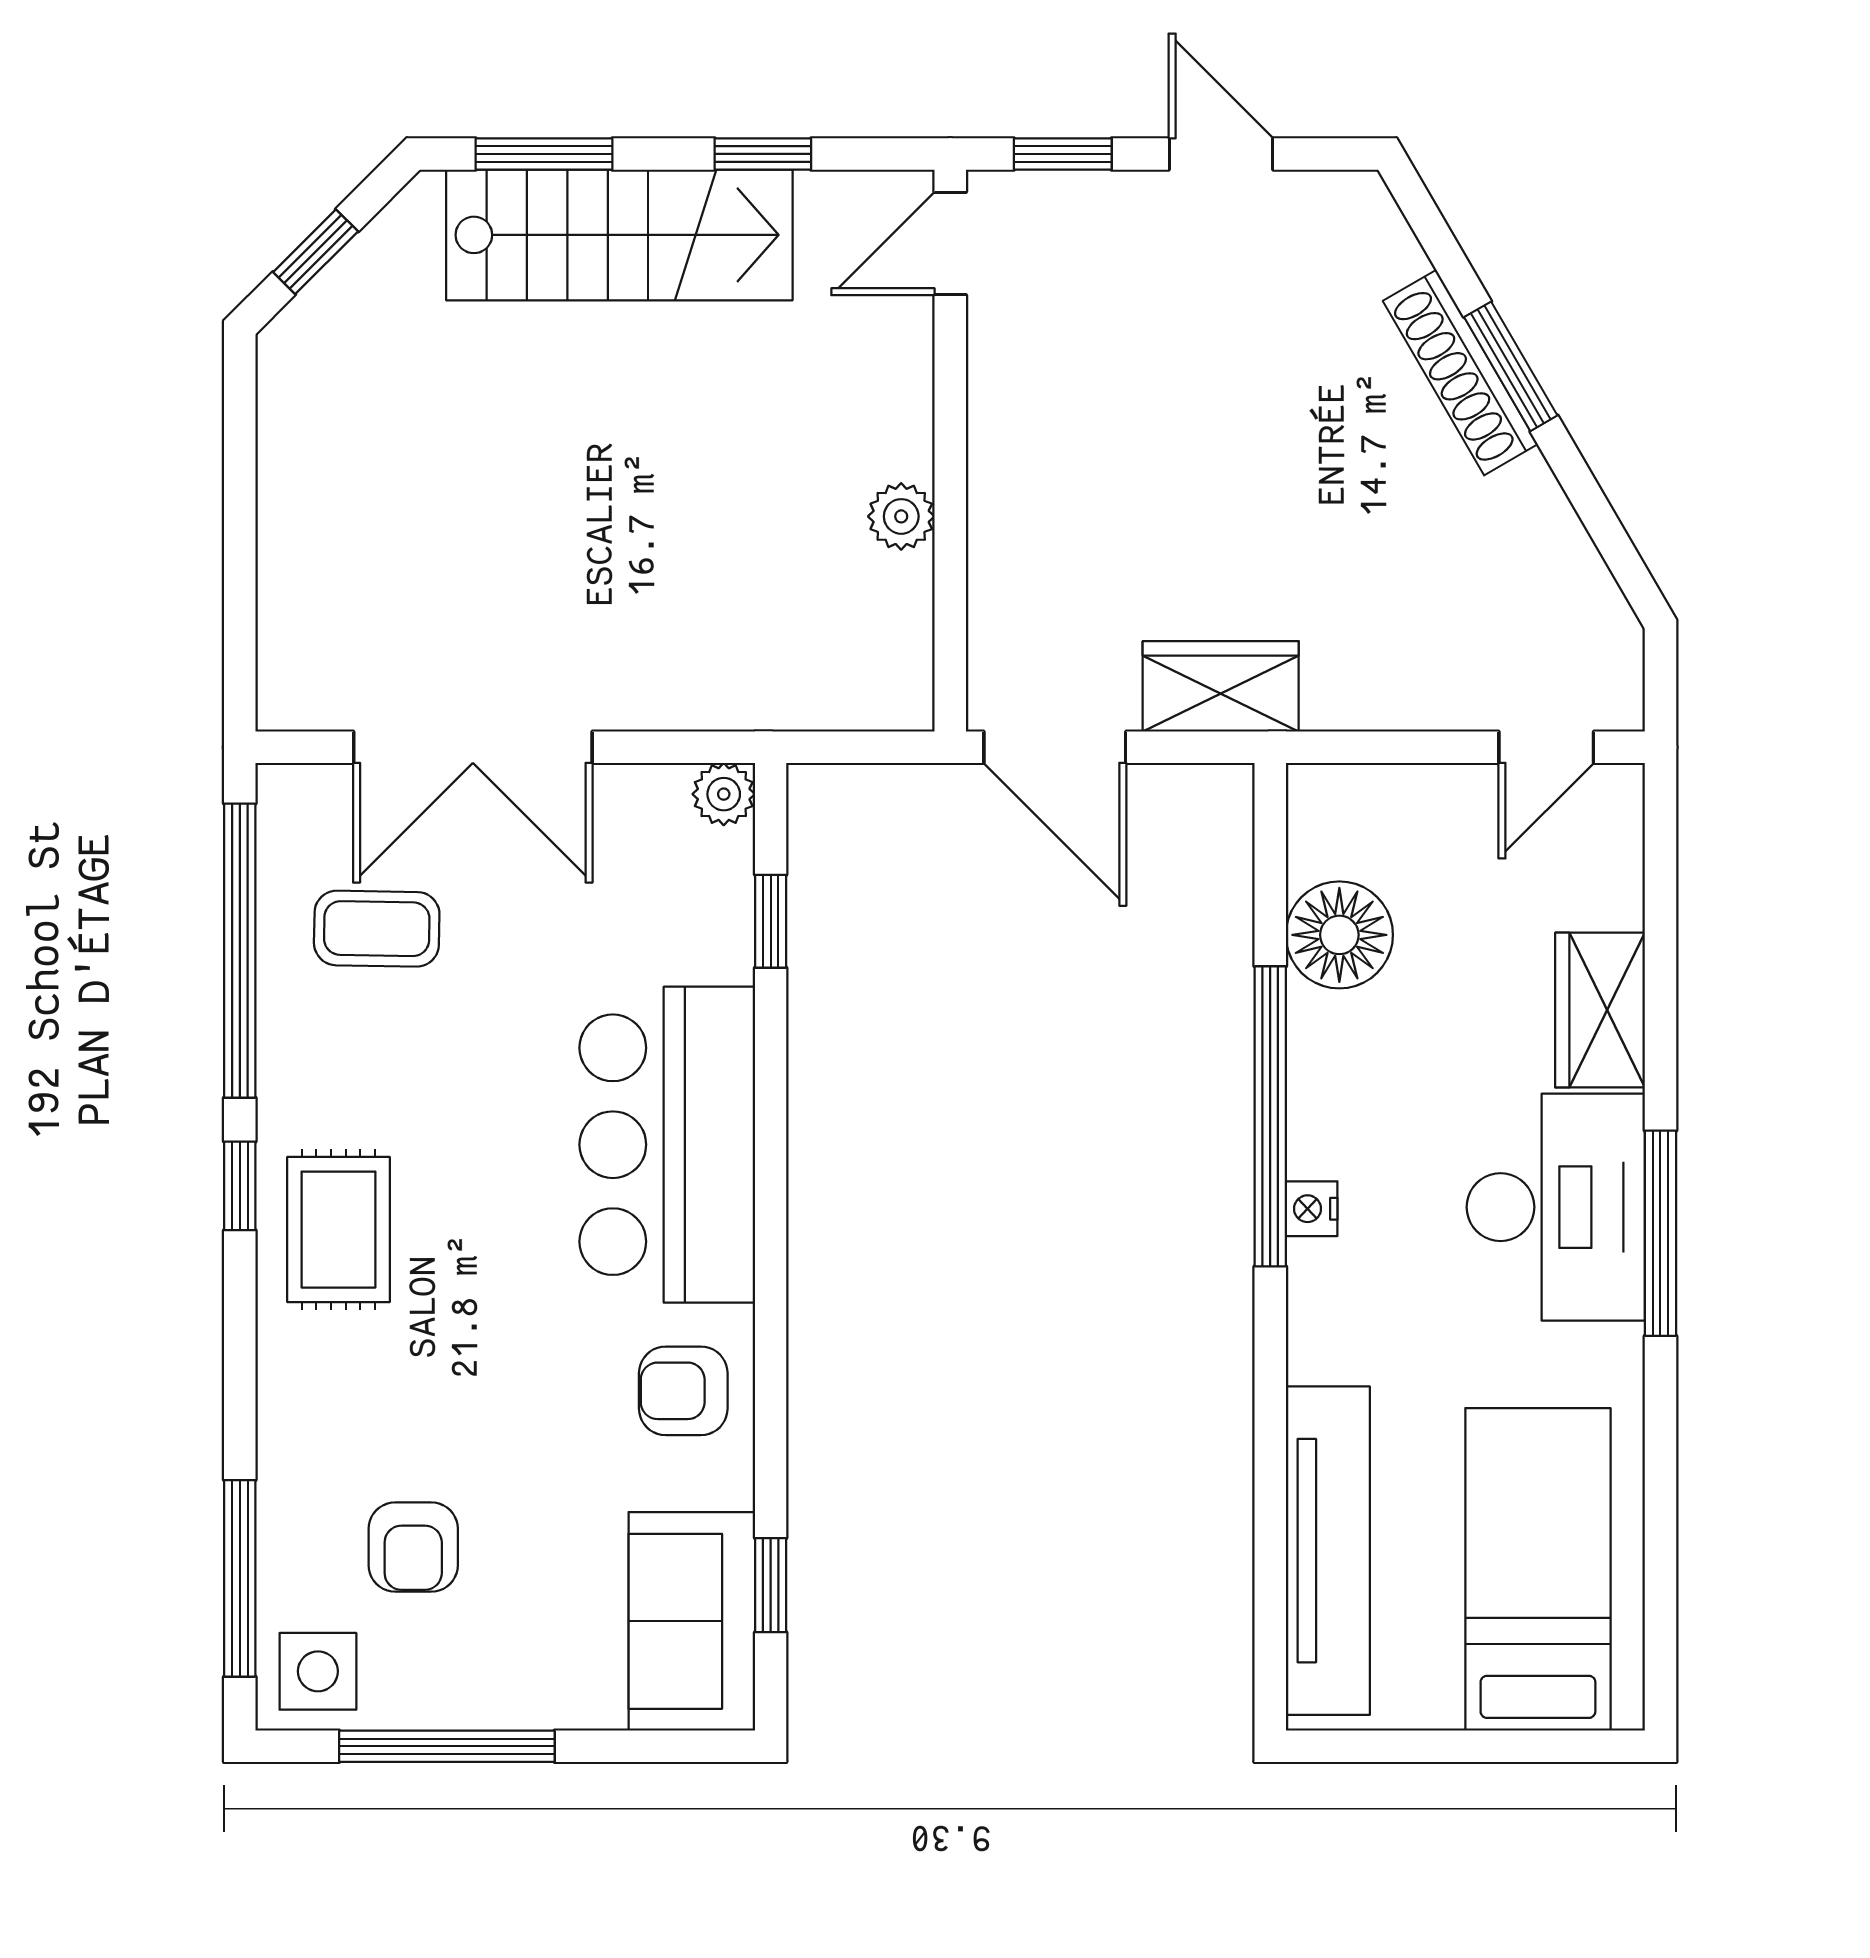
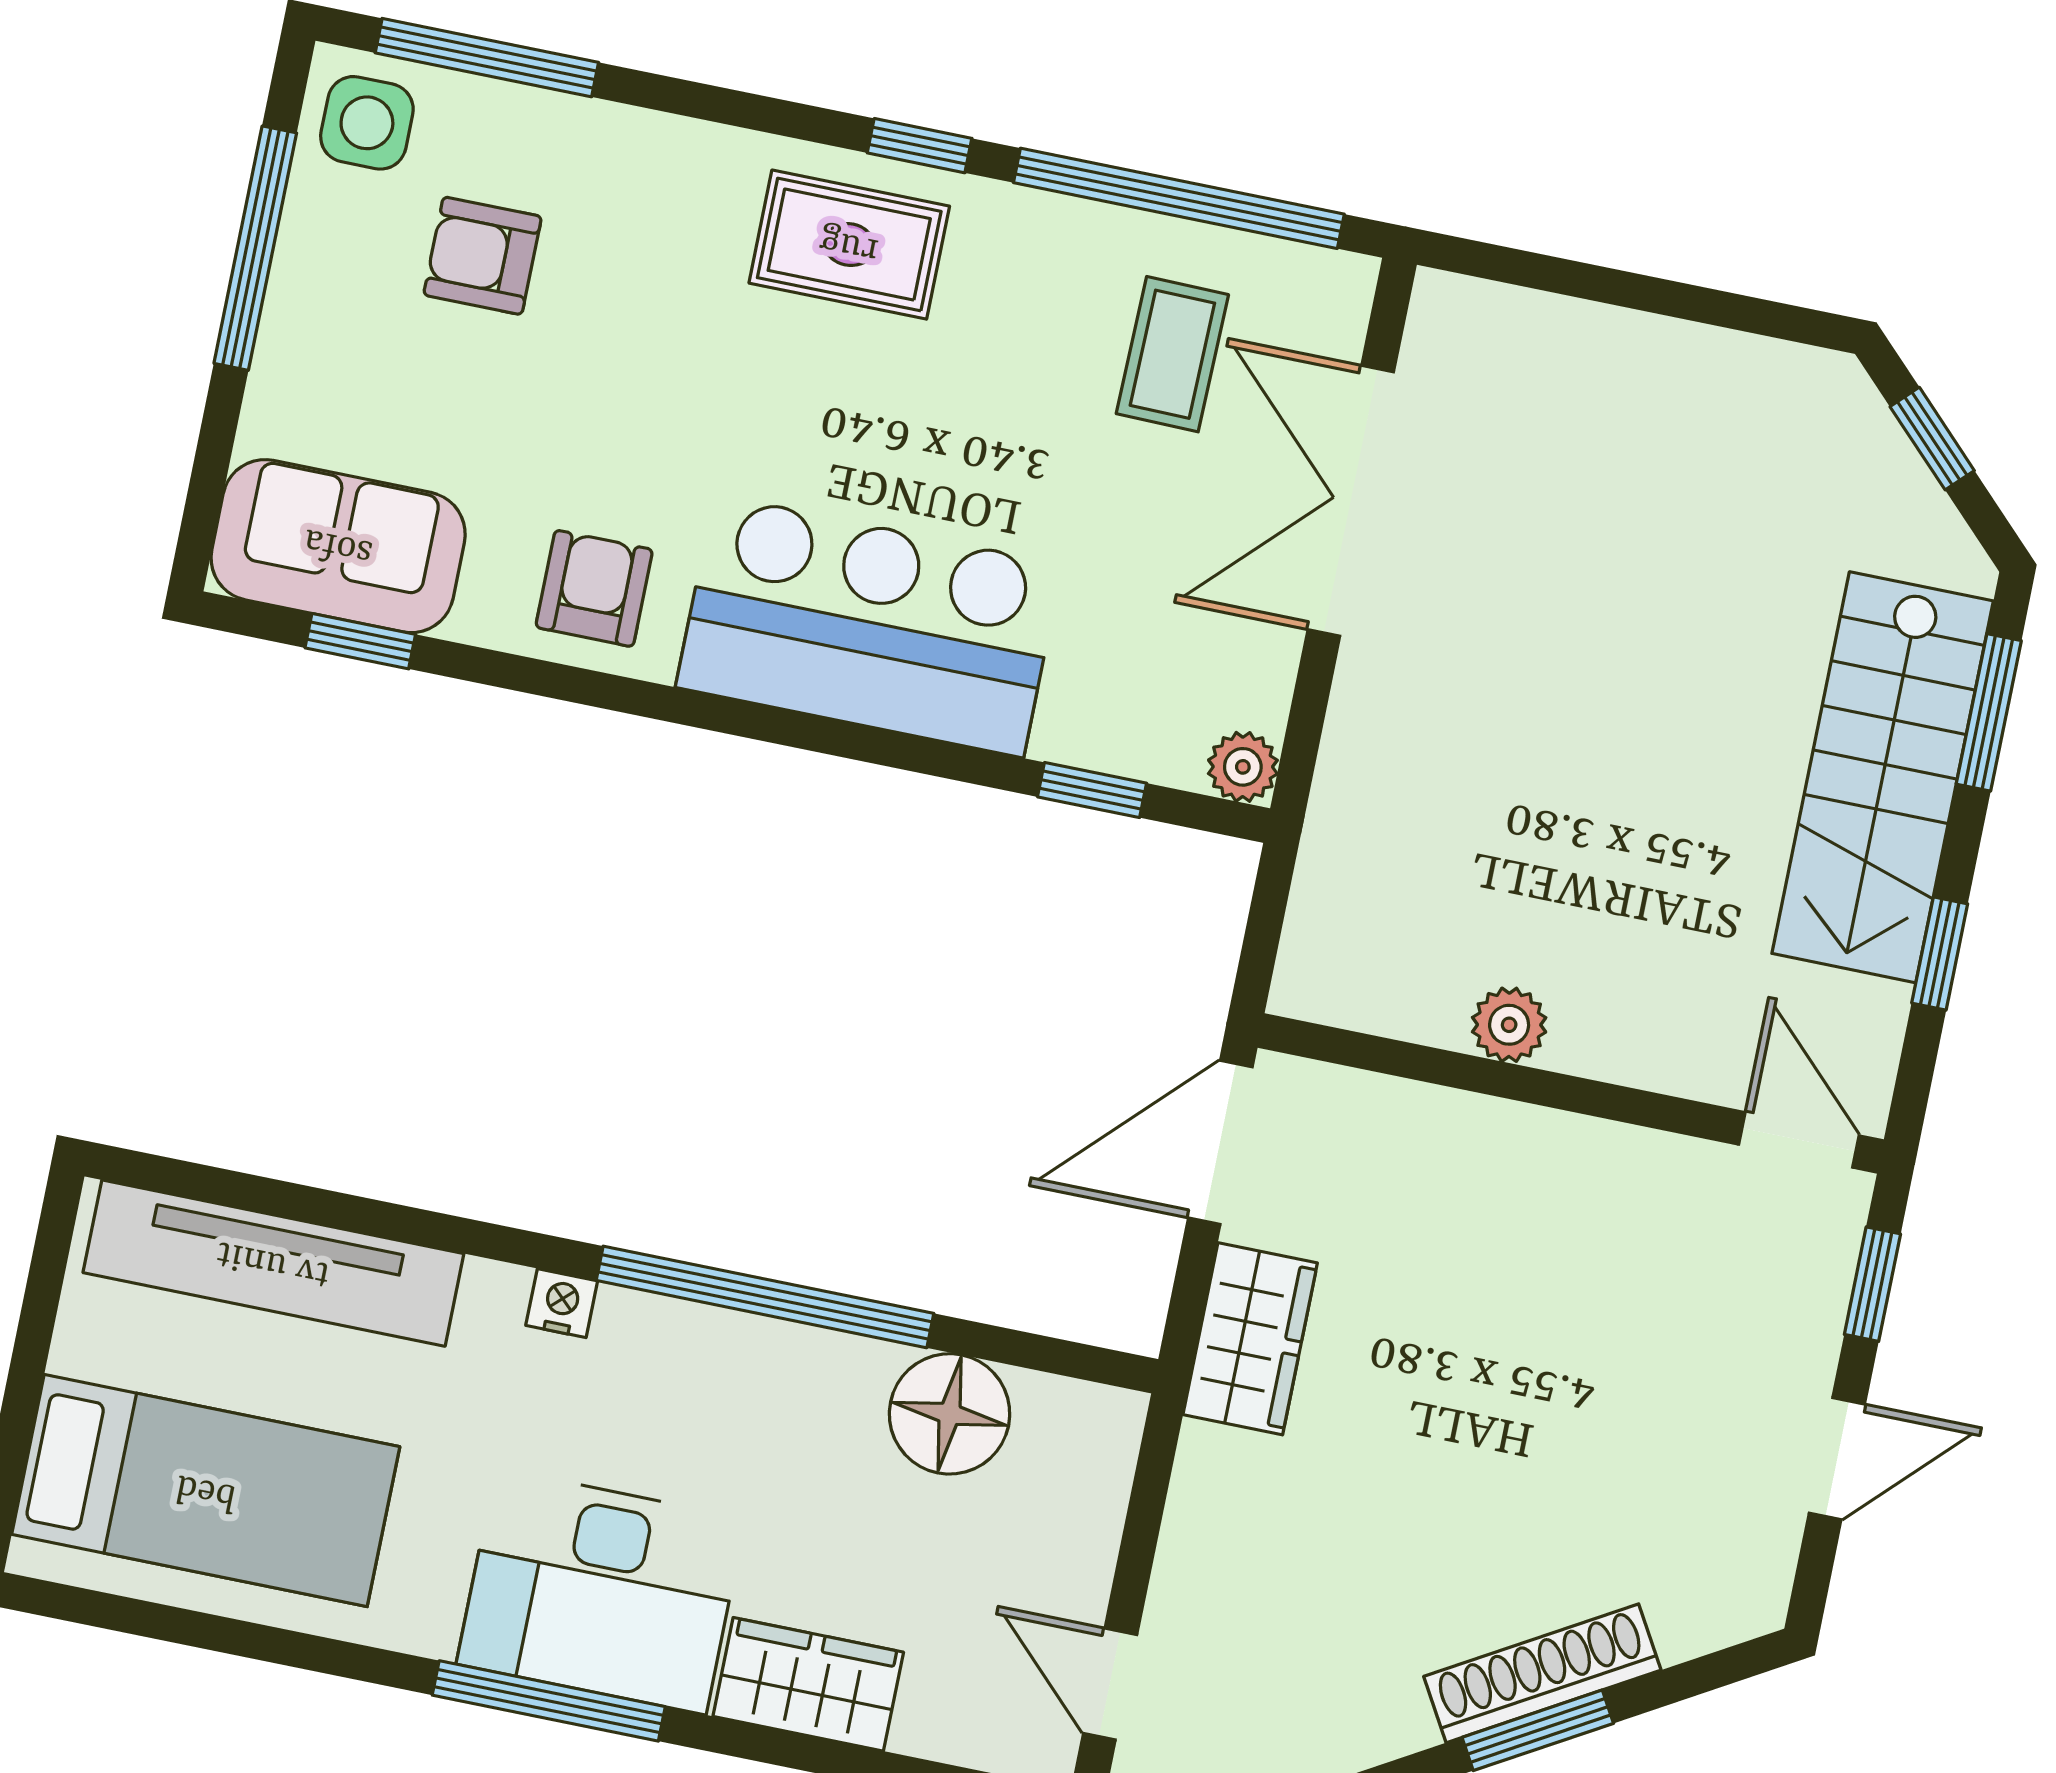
nightstand: (1312, 1209) -> (562, 1303), moved

